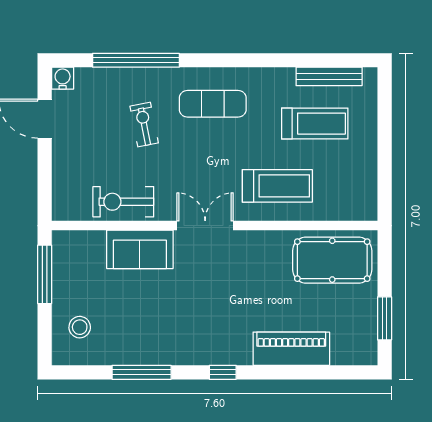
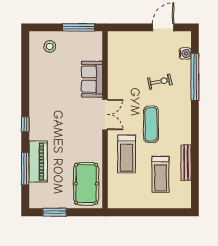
bench: (329, 76) -> (186, 163), moved
water cooler: (63, 78) -> (185, 54), moved
exercise mat: (213, 104) -> (151, 124), moved
exercise bike: (123, 202) -> (118, 70), removed
window: (142, 372) -> (25, 169), moved

